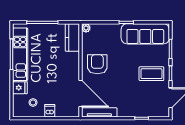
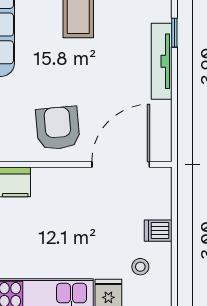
armchair: (97, 64) -> (58, 128), turned 85
tv unit: (99, 112) -> (162, 61), moved

